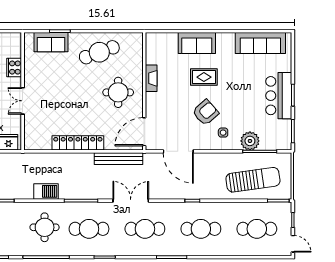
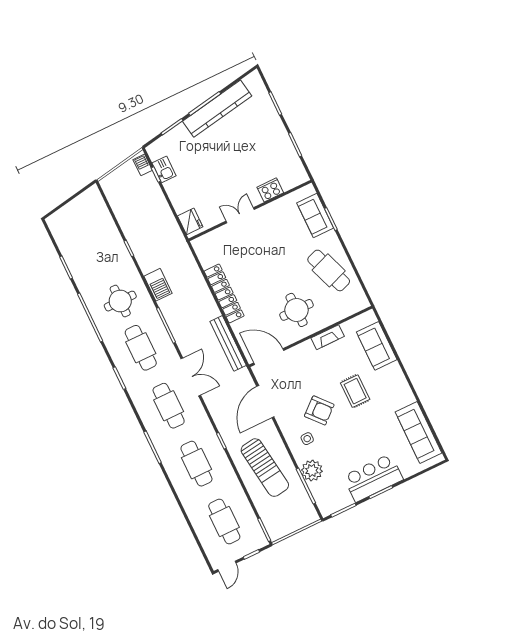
sofa: (197, 43) -> (377, 346), moved
sun lounger: (253, 180) -> (265, 468), moved

